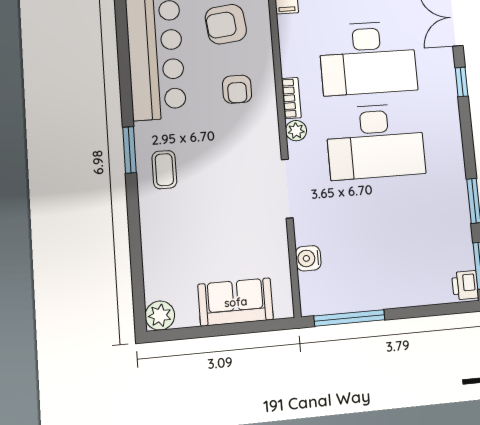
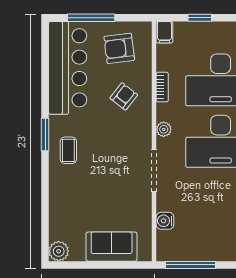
armchair: (237, 89) -> (124, 96), turned -142
bookcase: (291, 98) -> (162, 87), moved

